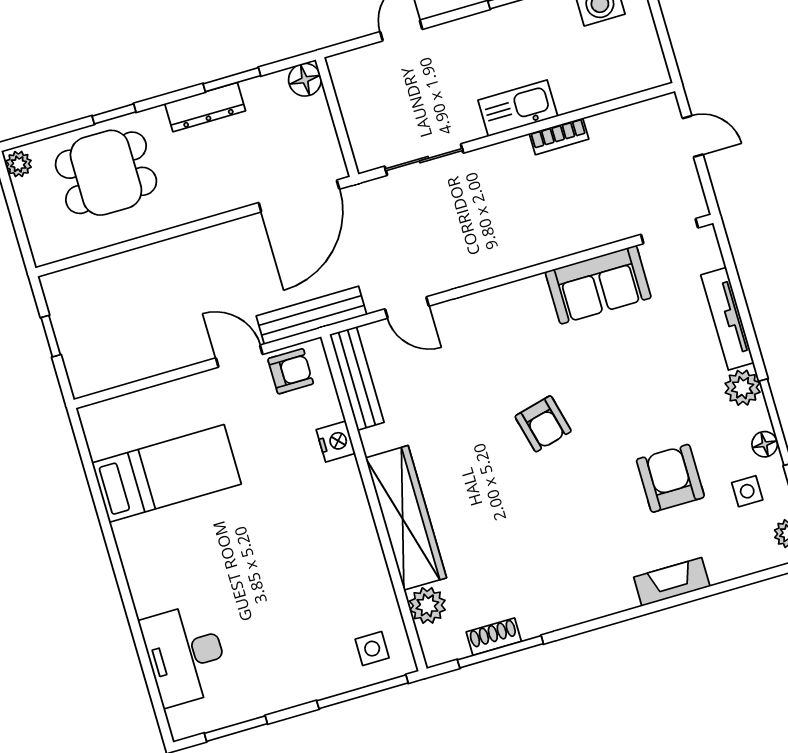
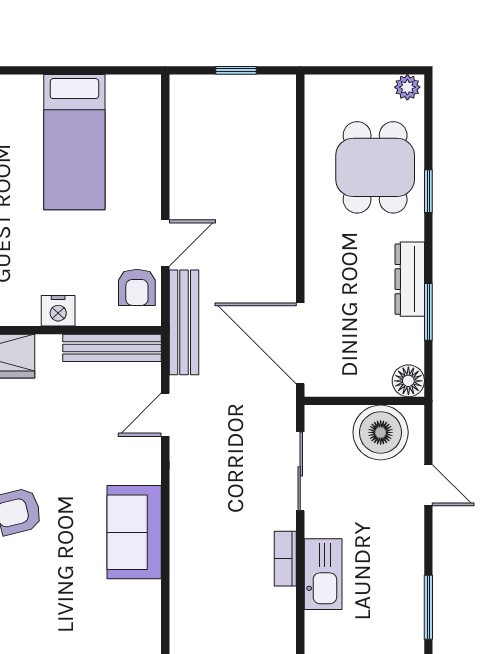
boiler: (363, 92) -> (381, 432), added
bookcase: (559, 136) -> (285, 559), moved
sofa: (598, 285) -> (134, 532), moved

